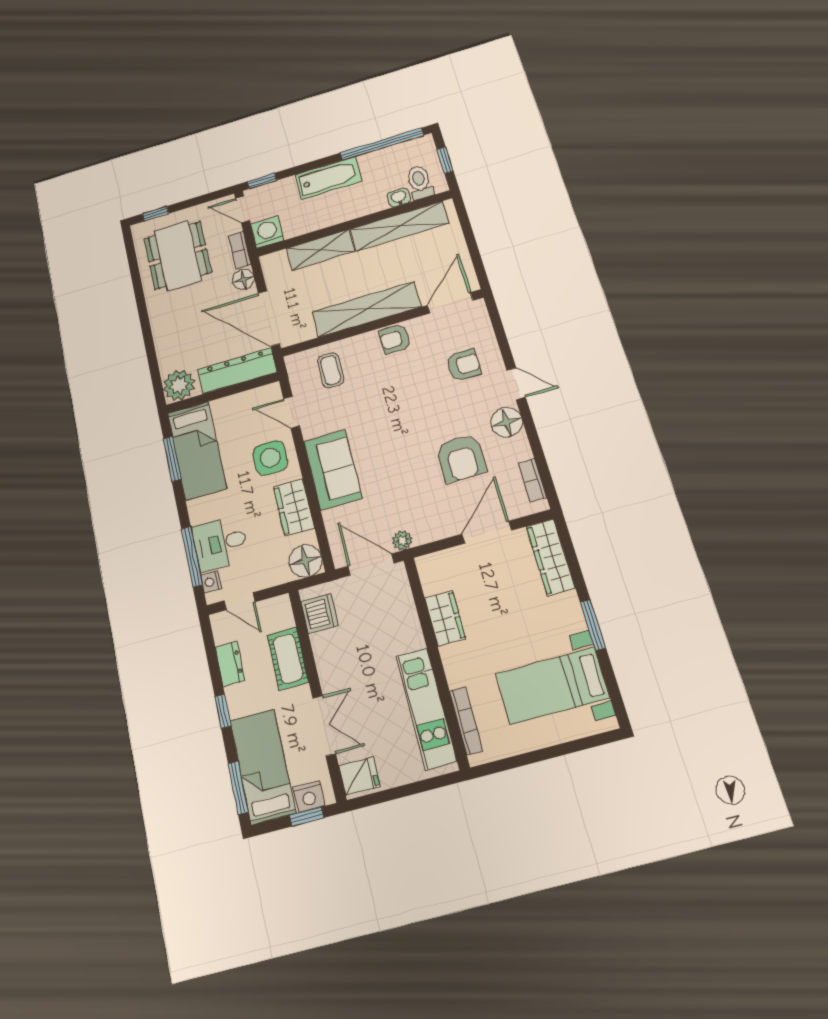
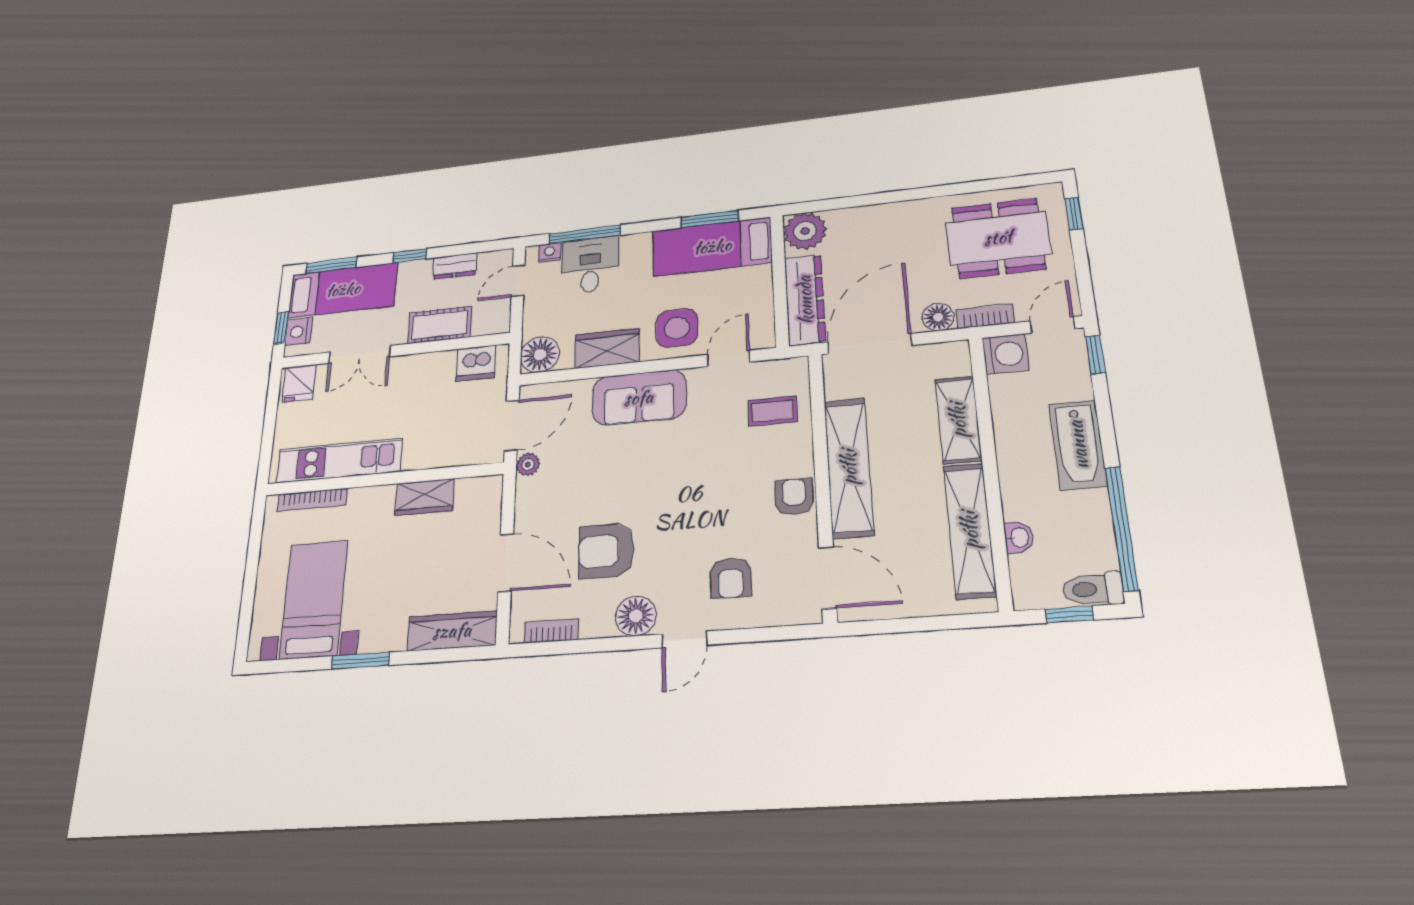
toilet: (420, 182) -> (1093, 589), moved, turned 180

